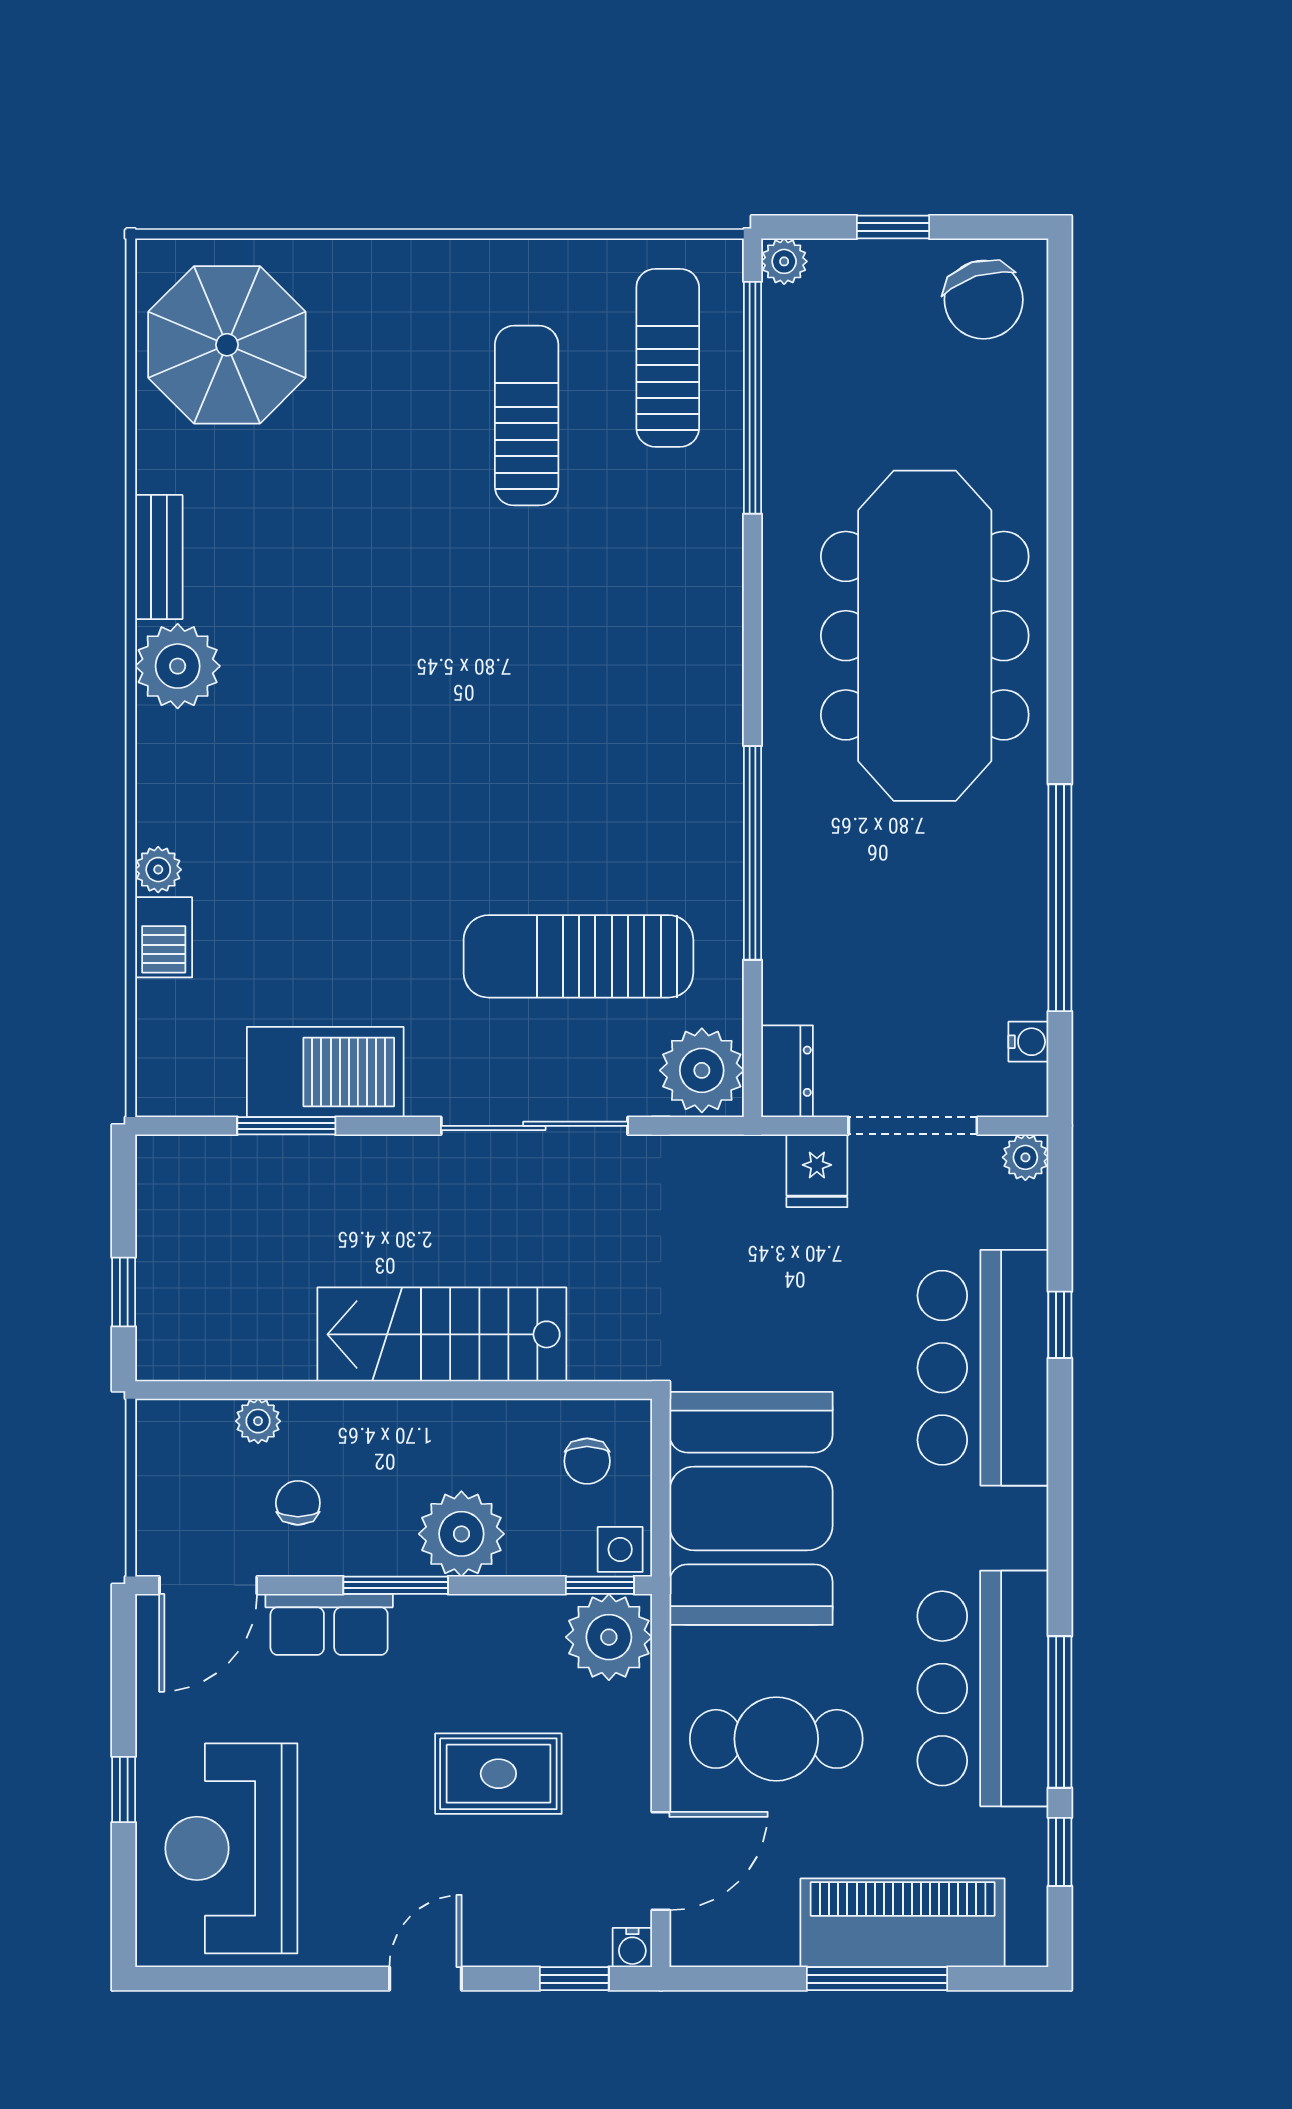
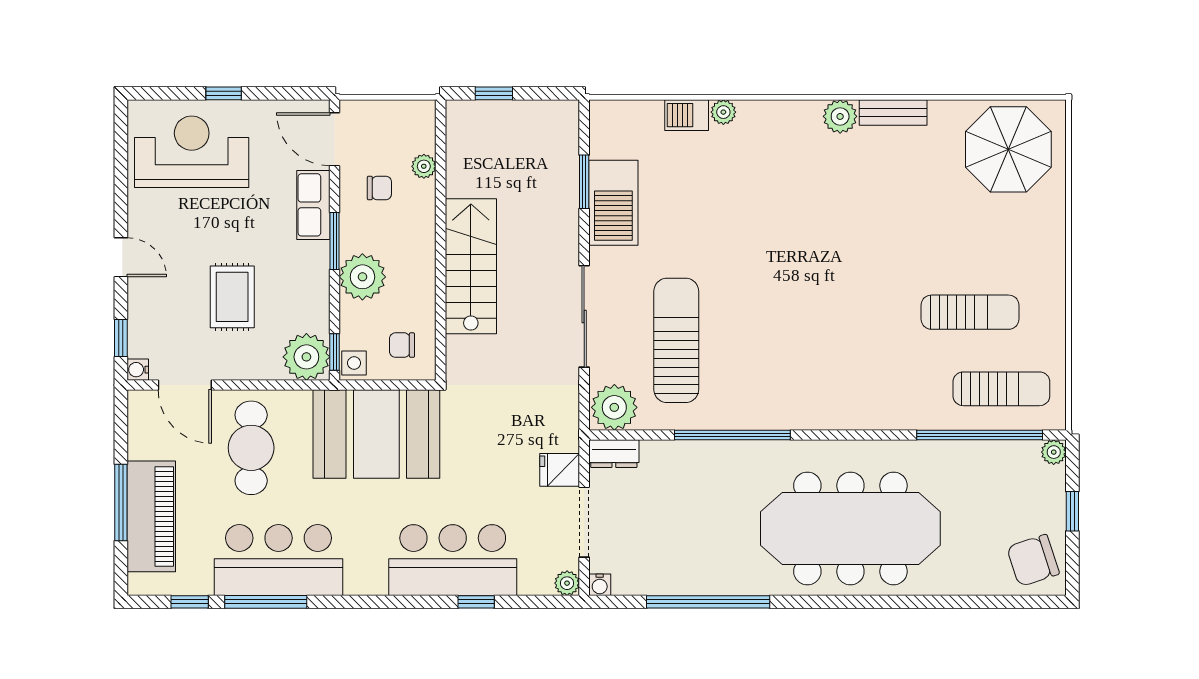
plant: (178, 666) -> (840, 116), width x0.73, depth x0.73
water cooler: (1028, 1042) -> (600, 585), moved

